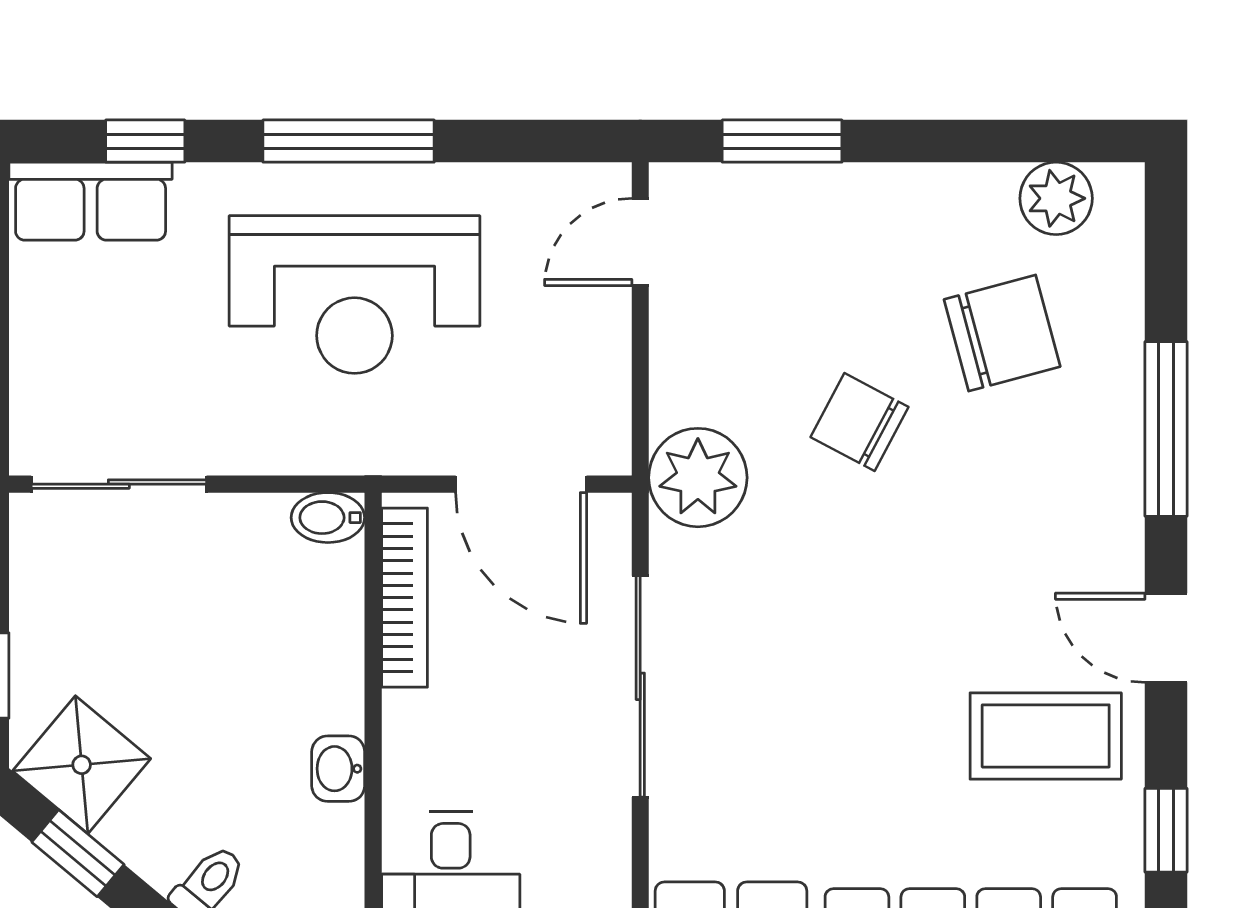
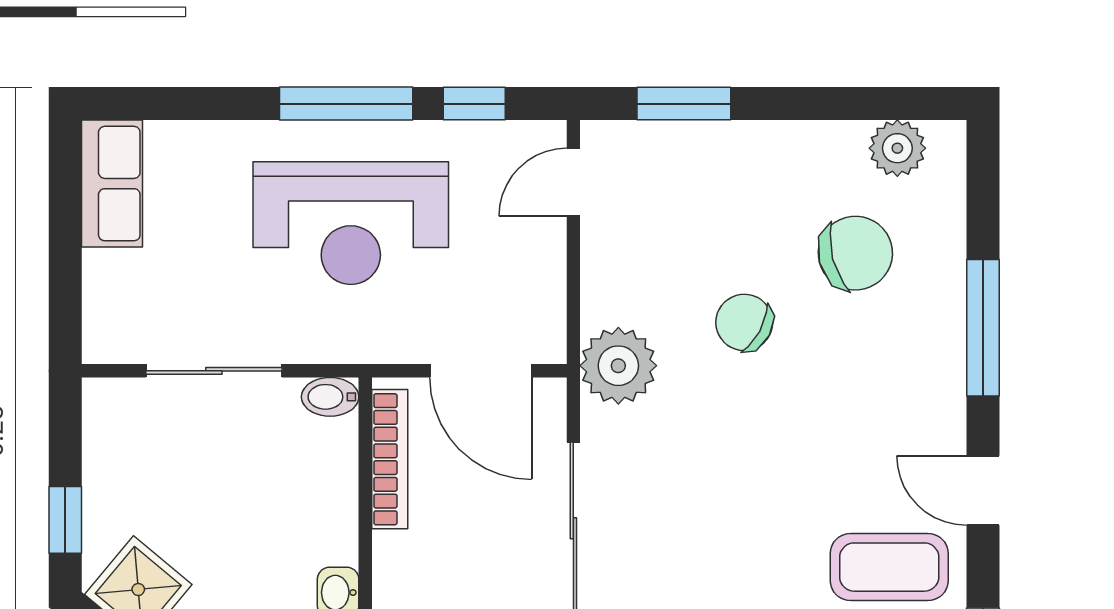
window: (145, 141) -> (474, 104), moved
row of seats: (91, 201) -> (112, 184), moved, turned -90
sliding door: (119, 484) -> (214, 371), moved

